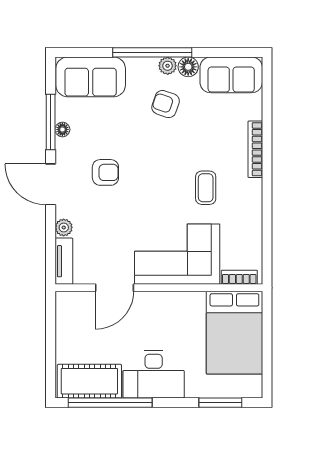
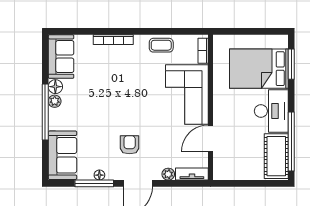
armchair: (166, 104) -> (82, 103), removed
coffee table: (206, 188) -> (161, 45), moved
door: (114, 288) -> (211, 138), swing flipped
bed: (234, 333) -> (259, 69), moved, turned 180

